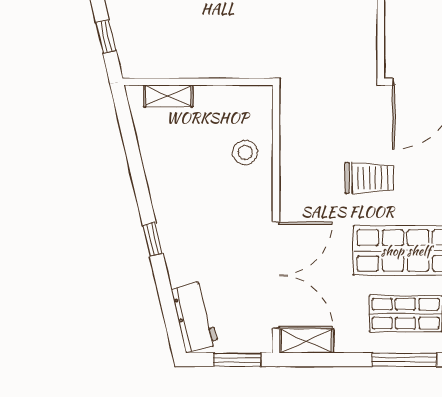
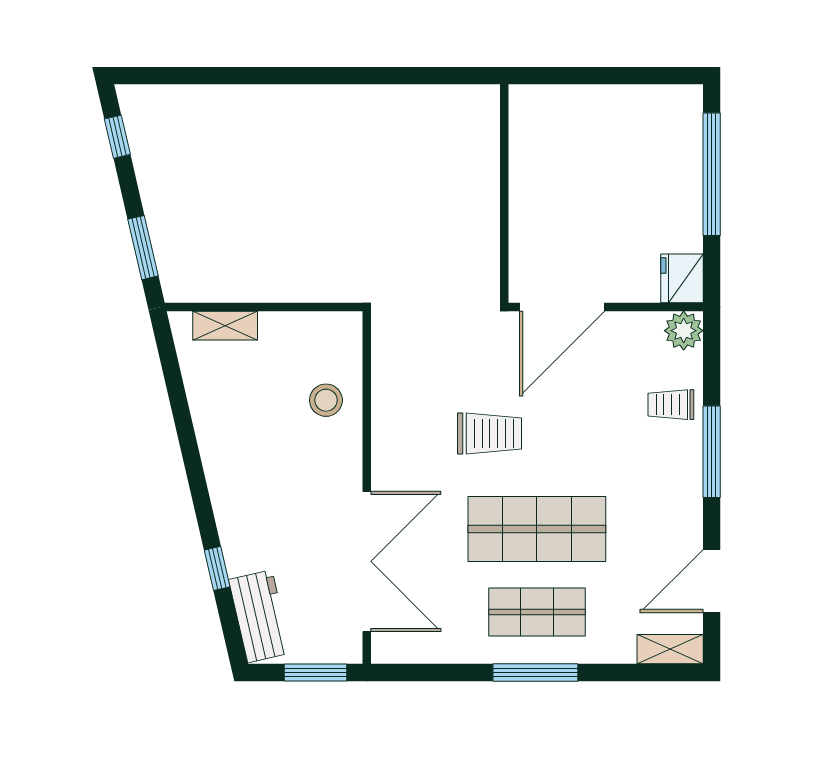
window: (106, 36) -> (143, 248), width x1.50
window: (153, 239) -> (217, 568), moved
shelving: (306, 341) -> (407, 648), removed

